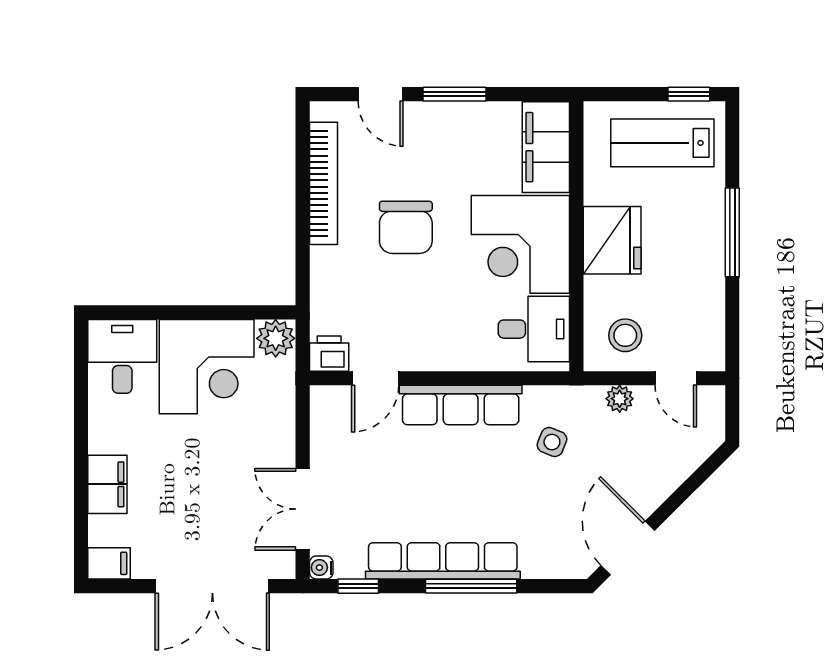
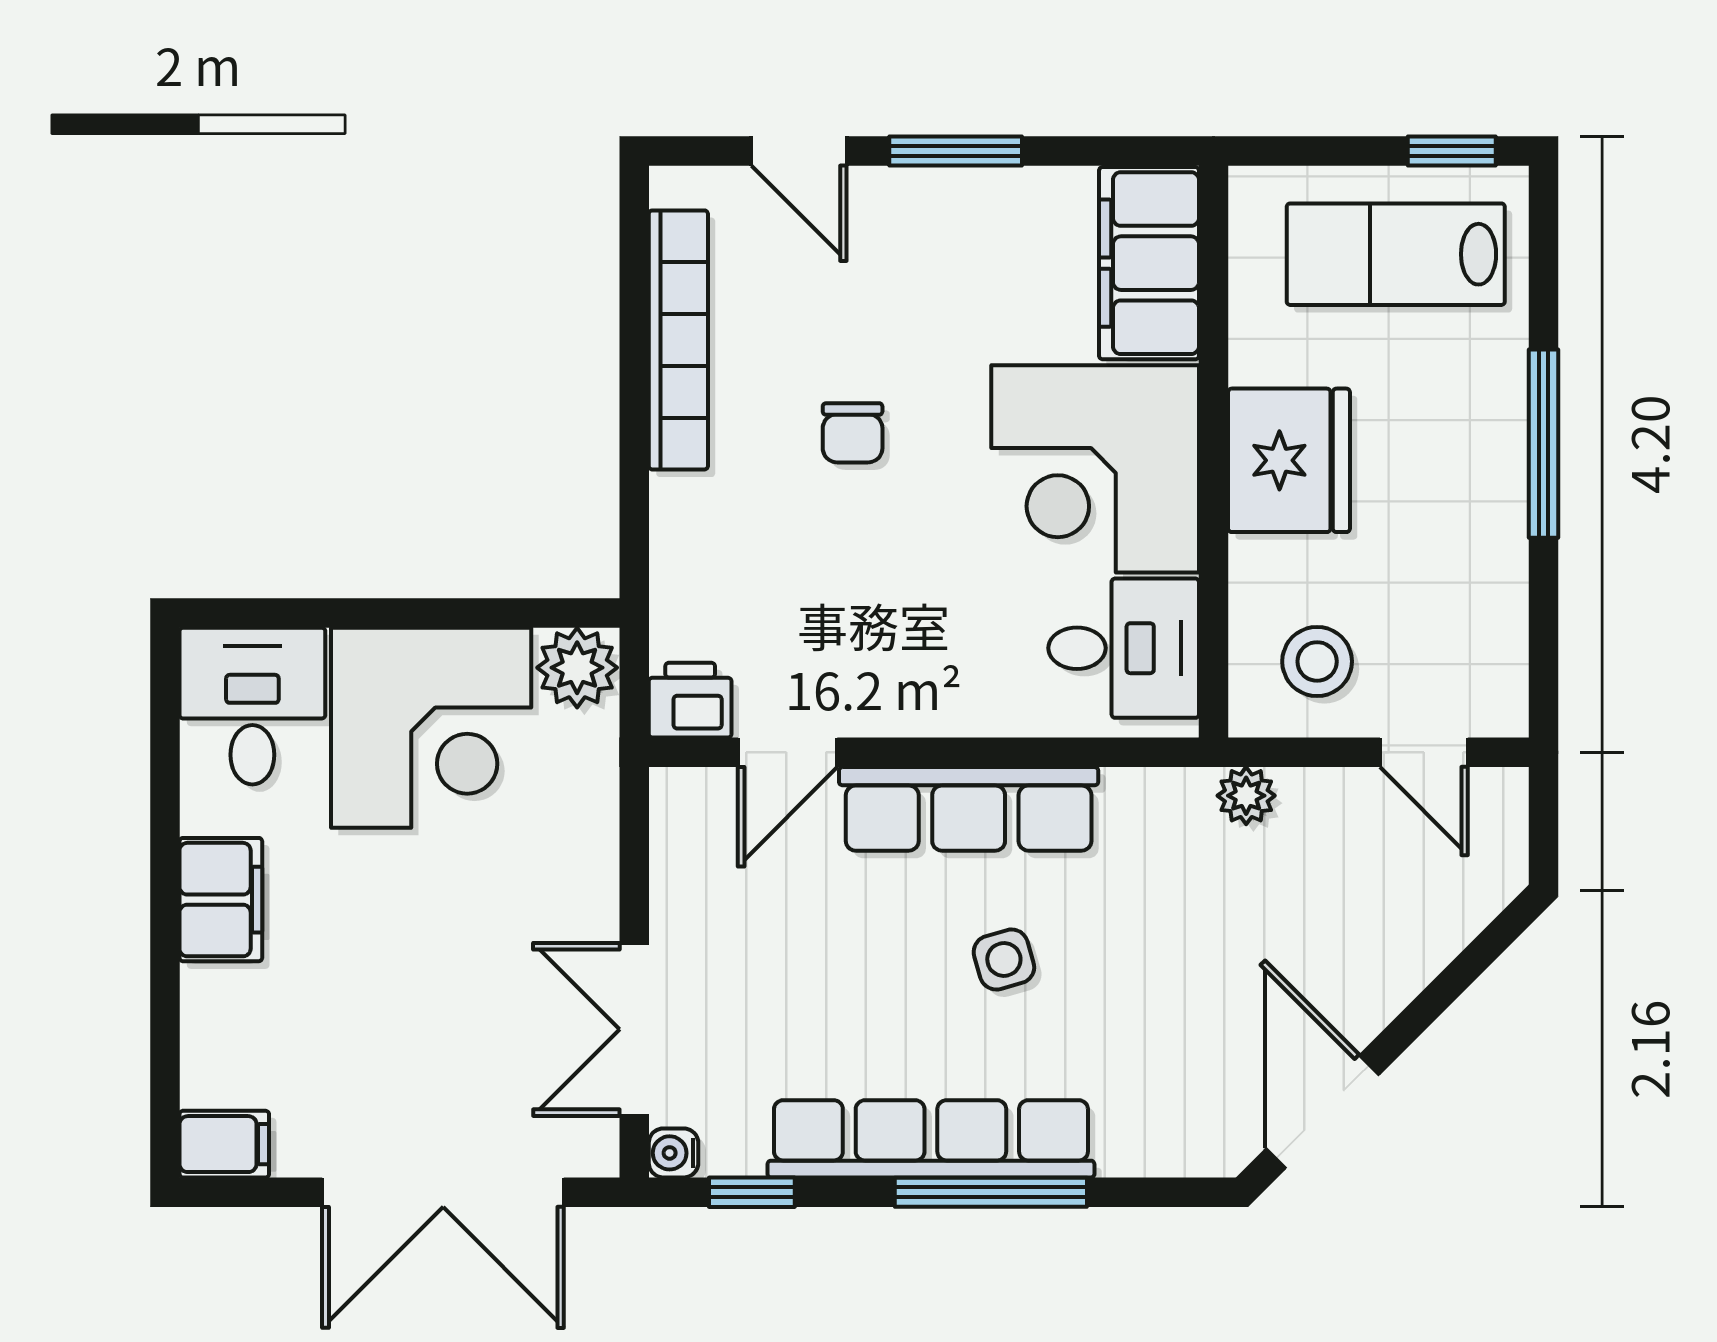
chair: (406, 227) -> (853, 433), width x0.54, depth x0.54
plant: (620, 399) -> (1246, 796), moved
side table: (552, 442) -> (1004, 960), moved, turned -38
filing cabinet: (107, 484) -> (221, 900), moved

